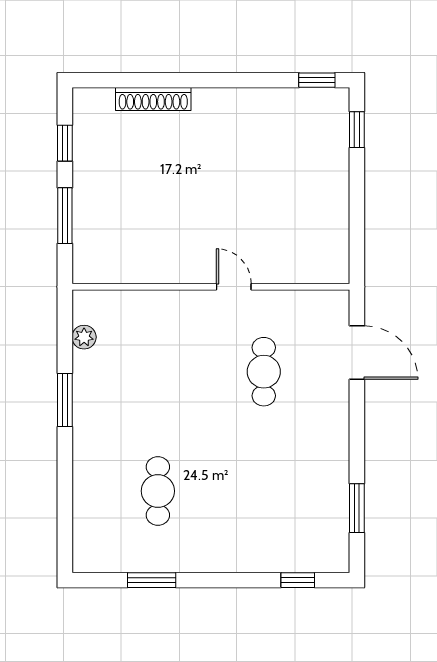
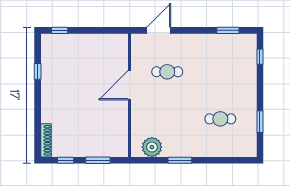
window: (317, 80) -> (38, 71), moved
shoe rack: (153, 99) -> (46, 140), moved
door: (234, 287) -> (130, 85), width x1.87
plant: (84, 337) -> (152, 147), width x1.87, depth x1.87

